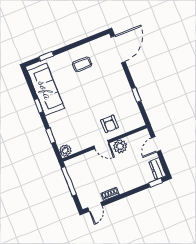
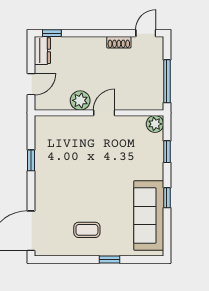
window: (46, 56) -> (109, 260), moved
armchair: (109, 124) -> (82, 136), removed
door: (101, 144) -> (104, 113), hinge flipped

